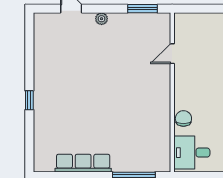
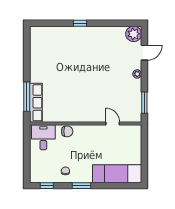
plant: (44, 24) -> (134, 34), added
row of seats: (83, 163) -> (36, 103), moved

